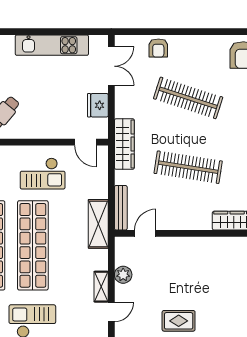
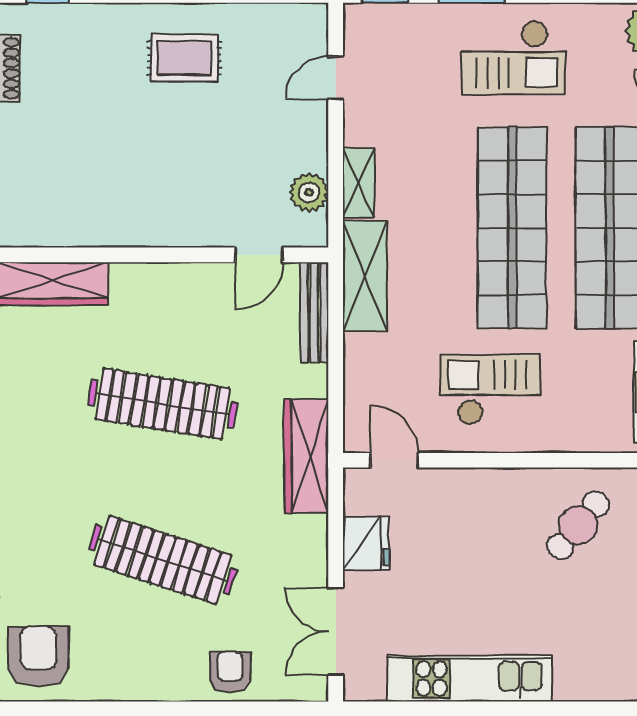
plant: (123, 275) -> (309, 192), moved
shelving: (101, 287) -> (359, 183), moved

